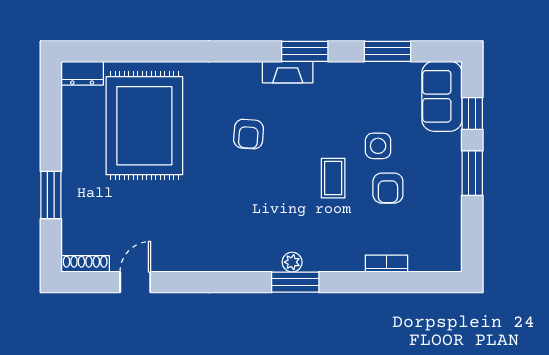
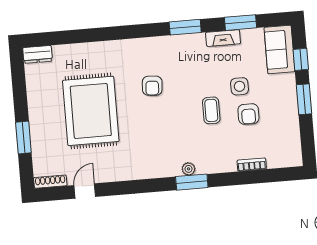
fireplace: (288, 72) -> (223, 38), moved
rug: (144, 126) -> (91, 111), moved

